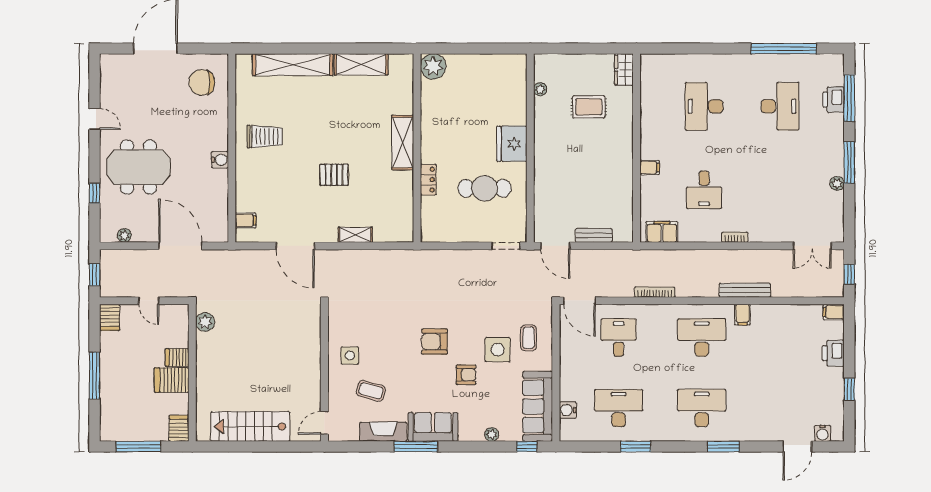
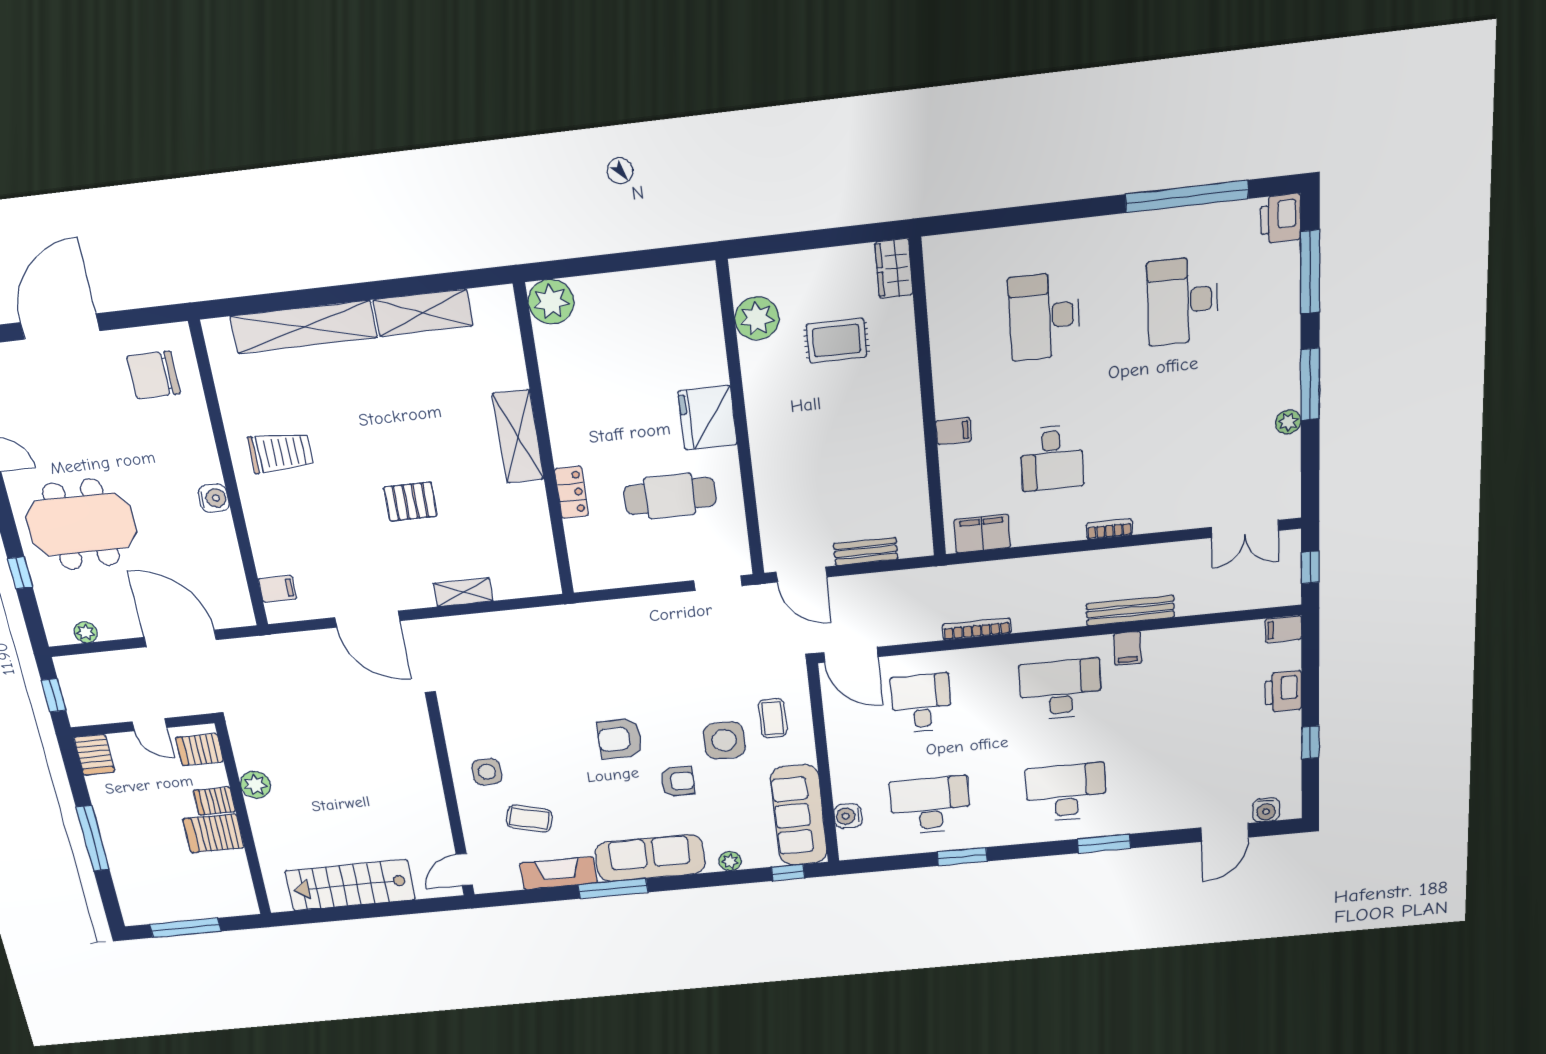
plant: (540, 89) -> (757, 318), width x1.88, depth x1.88
printer: (834, 100) -> (1281, 218), moved
desk: (780, 106) -> (1182, 301), turned 180
plant: (205, 322) -> (255, 785), moved
sofa: (433, 427) -> (650, 858), width x1.36
server rack: (179, 428) -> (200, 750), moved, turned -90

